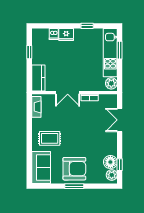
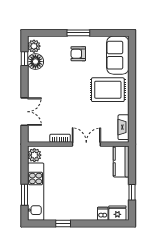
fridge: (66, 35) -> (117, 213), moved
rug: (50, 138) -> (108, 90), width x1.36, depth x1.43
armchair: (74, 169) -> (78, 54), width x0.53, depth x0.53

